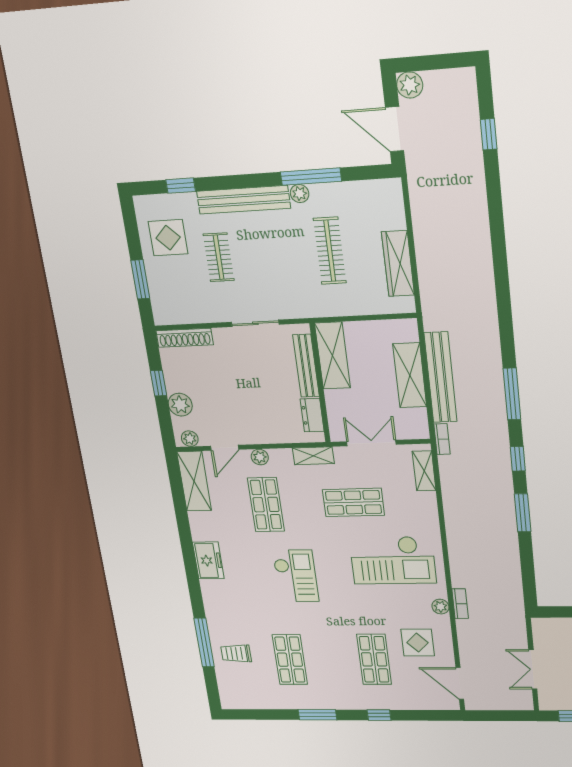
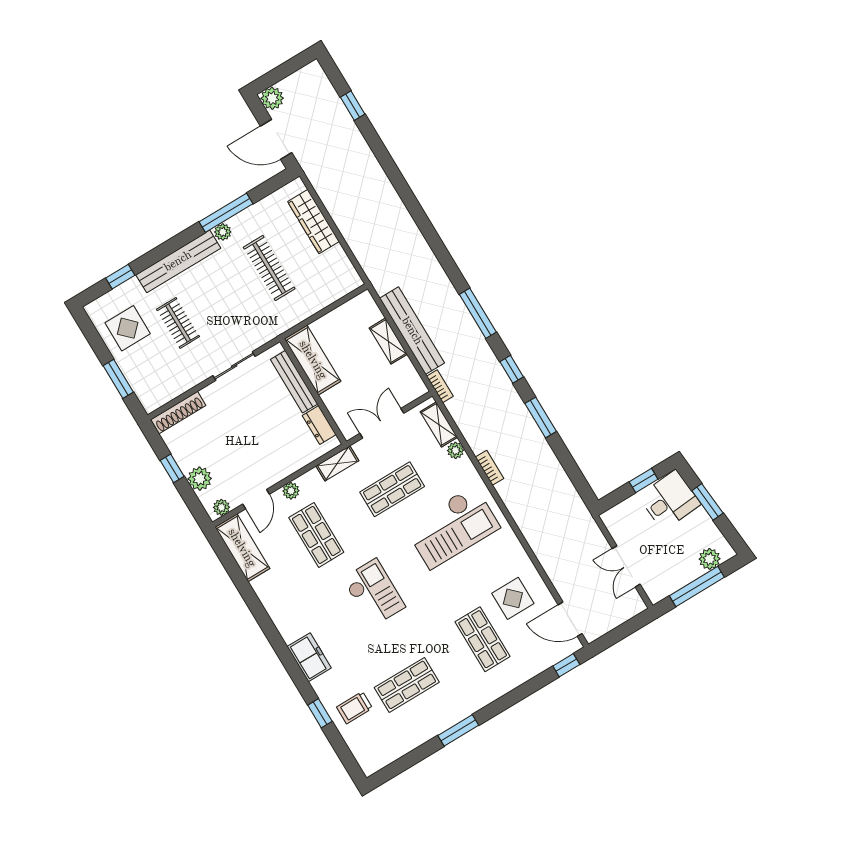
wardrobe: (398, 264) -> (313, 222), moved
shelving: (410, 375) -> (388, 341), width x0.67, depth x0.75
freezer: (208, 560) -> (309, 657), moved
bookcase: (460, 604) -> (489, 468), moved
plant: (440, 607) -> (456, 450), moved
window: (204, 643) -> (320, 713), width x0.46
shop shelf: (290, 660) -> (407, 685), turned 90
window: (379, 715) -> (566, 665), moved

